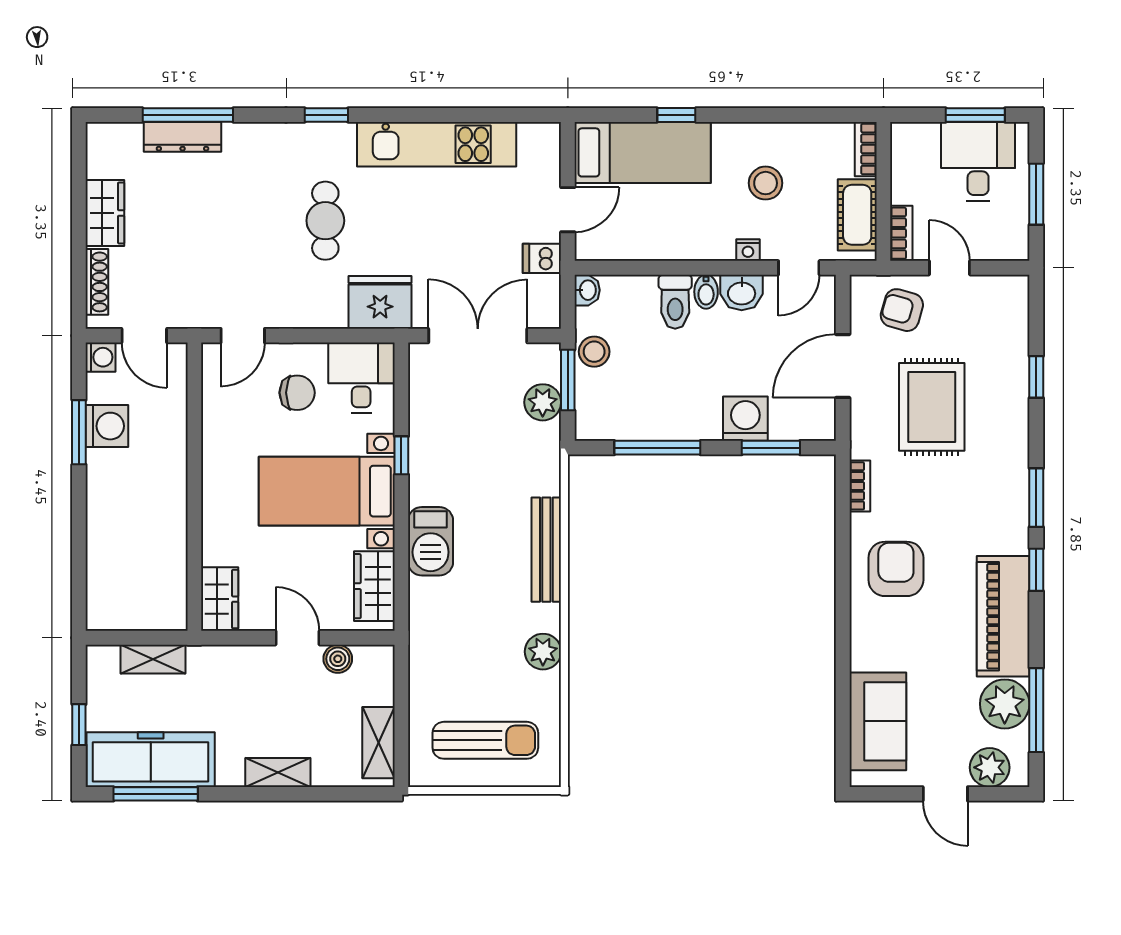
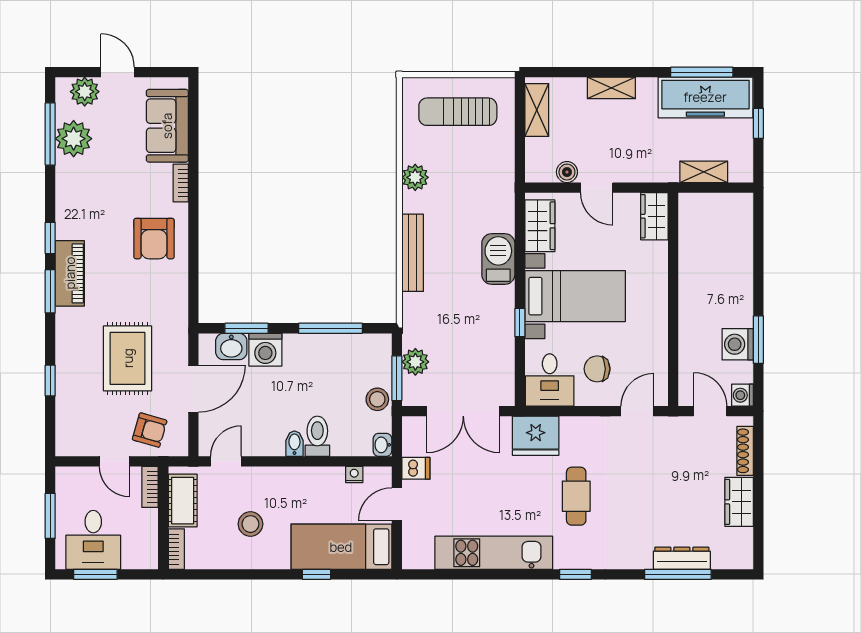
nightstand: (748, 250) -> (354, 474), moved
washbasin: (742, 292) -> (231, 347), moved, turned 180
bookcase: (860, 486) -> (181, 183), moved
piano: (1003, 616) -> (70, 273), moved, width x0.73, depth x0.75

